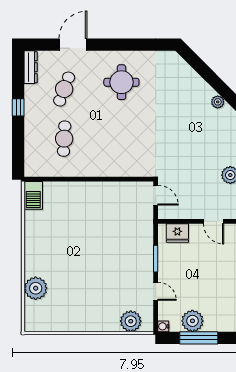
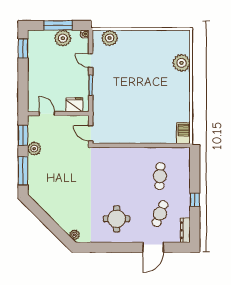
plant: (218, 102) -> (75, 235), moved

